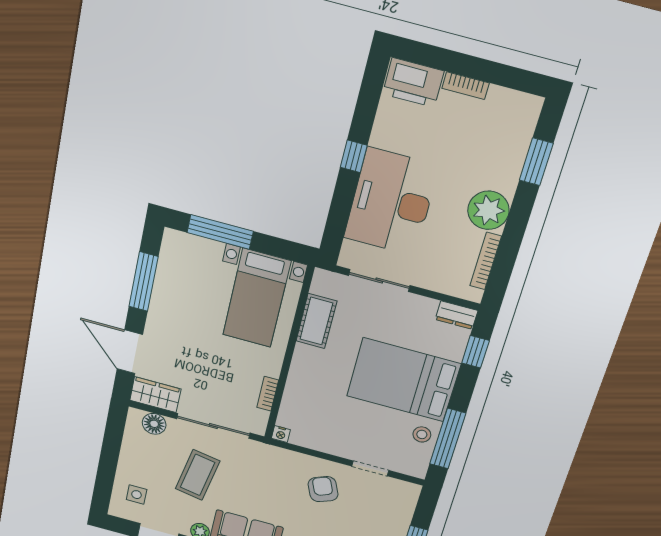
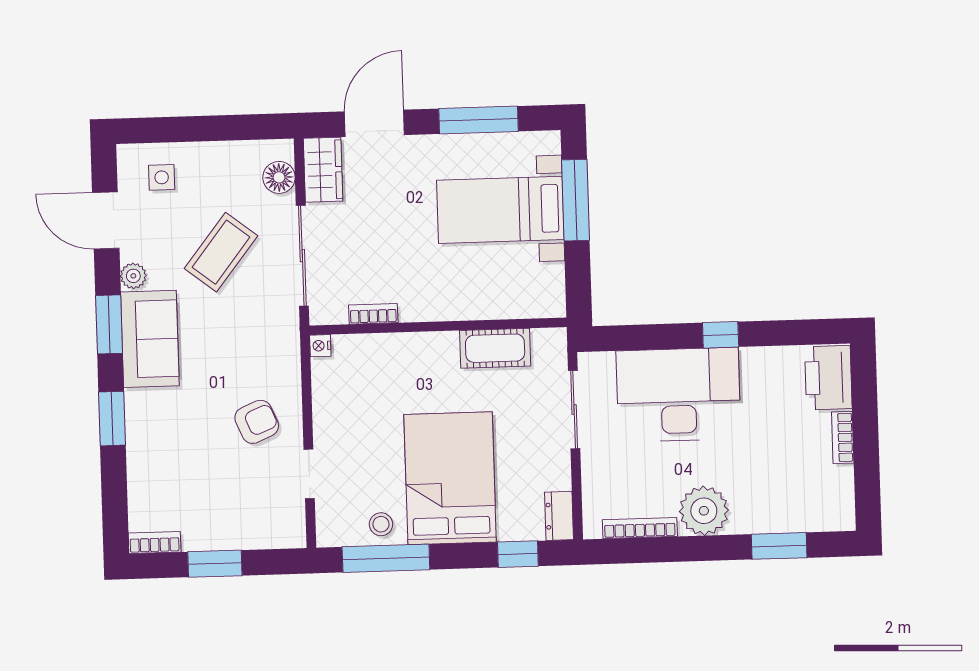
bed with nightstands: (257, 298) -> (500, 210), moved
coffee table: (198, 475) -> (221, 252), turned -62

